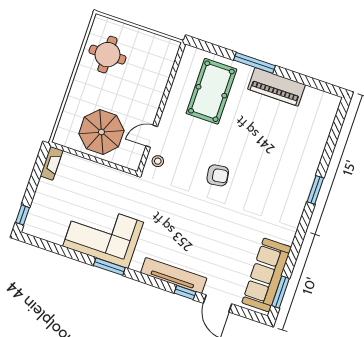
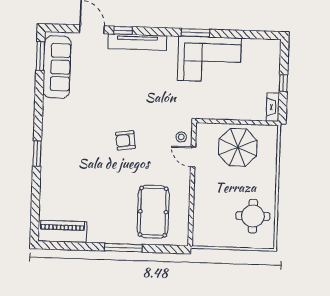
piano: (277, 87) -> (62, 231), moved
door: (152, 136) -> (193, 157), swing flipped
window: (22, 215) -> (283, 83), moved

